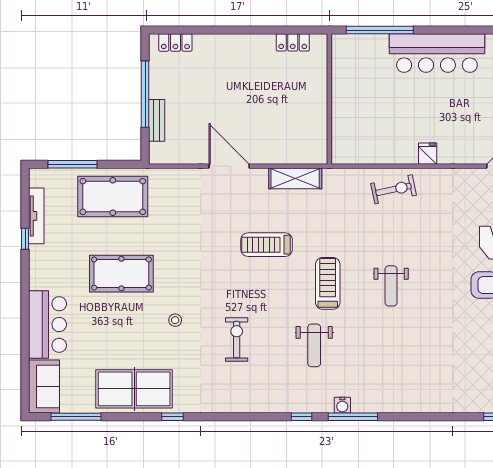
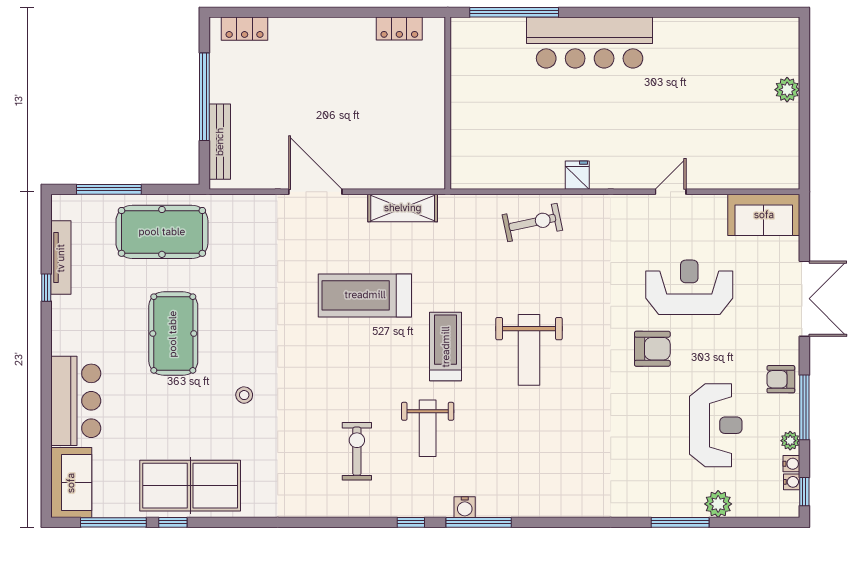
bench: (157, 120) -> (220, 142), width x1.36
treadmill: (267, 245) -> (365, 295), width x1.37, depth x1.38
pool table: (121, 274) -> (173, 334), turned 90
weight bench: (391, 286) -> (529, 350), width x1.36, depth x1.33
exercise bike: (237, 340) -> (357, 451), moved
window: (173, 417) -> (173, 522), moved

